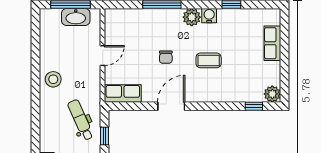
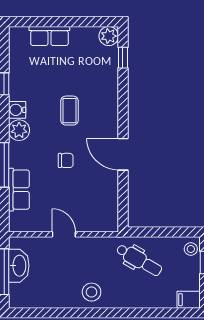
row of seats: (123, 94) -> (19, 190), moved, turned 180
dental chair: (81, 120) -> (139, 260), turned -126
window: (105, 136) -> (158, 232), removed

